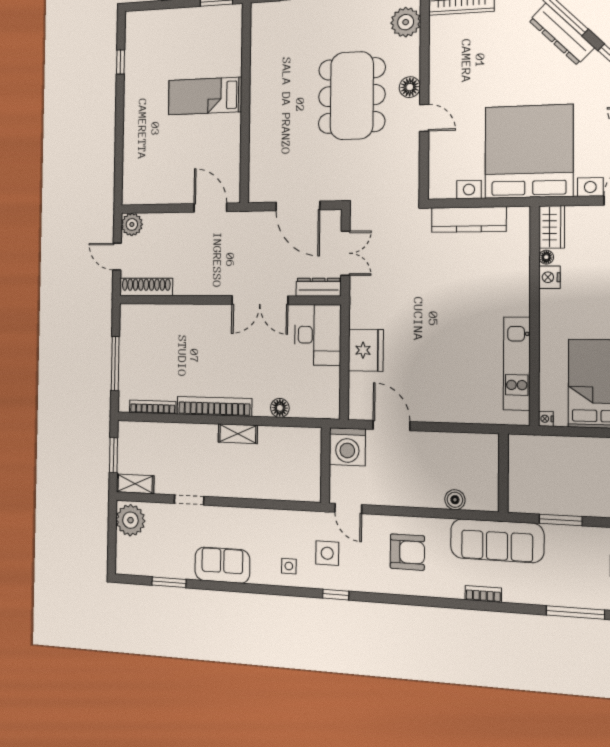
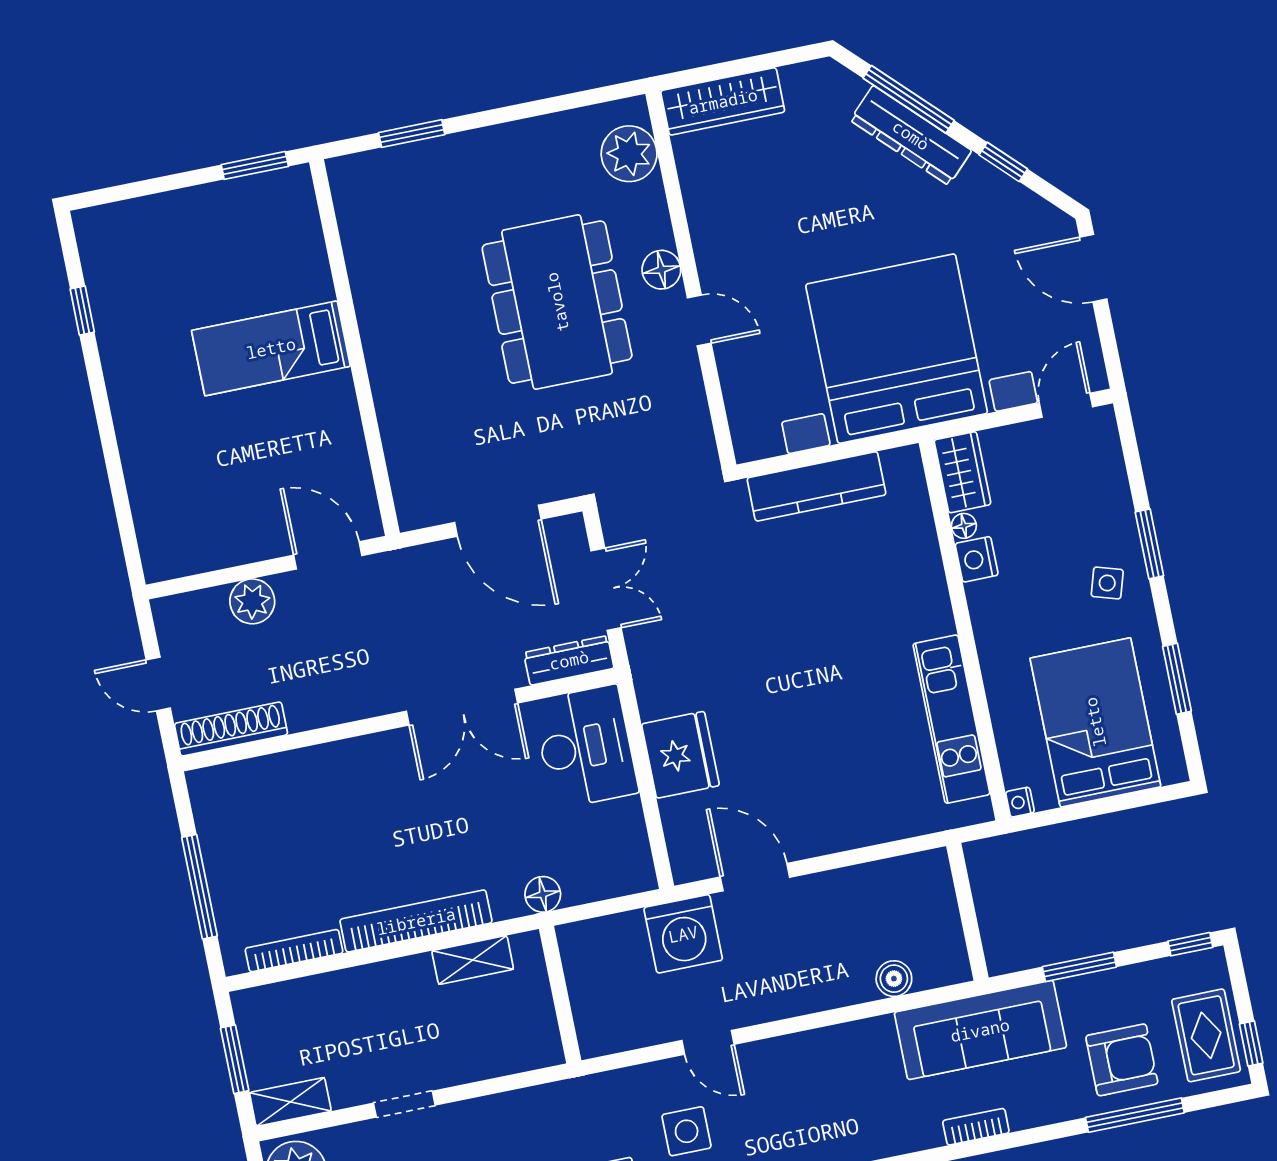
plant: (132, 224) -> (252, 601), moved
wall: (325, 465) -> (560, 995), moved
armchair: (407, 552) -> (1122, 1060), moved

